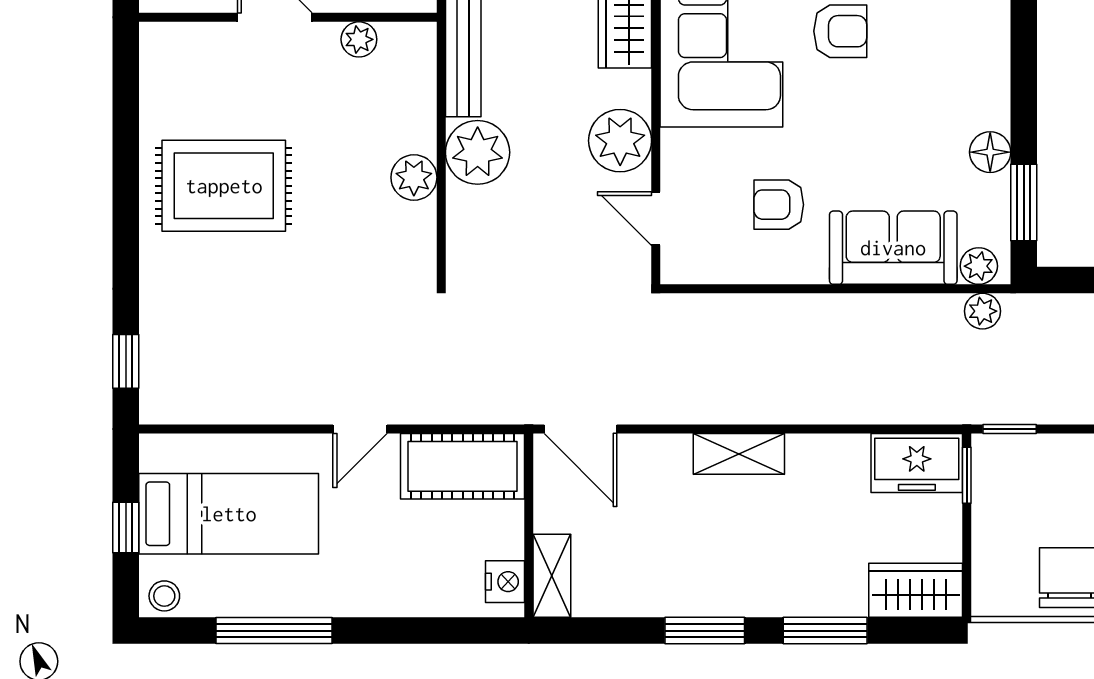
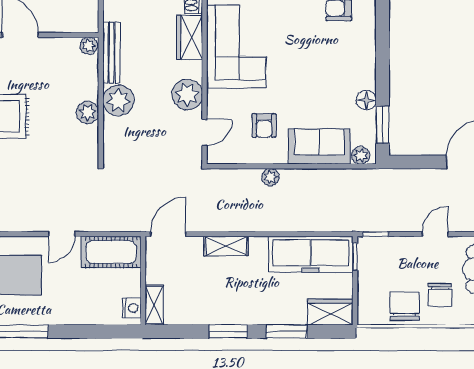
armchair: (840, 31) -> (294, 42), removed
plant: (359, 39) -> (89, 46), moved
armchair: (779, 205) -> (264, 126), turned -90
door: (656, 218) -> (205, 132), swing flipped
plant: (982, 311) -> (270, 177), moved
door: (580, 429) -> (168, 234), swing flipped
shelving: (739, 454) -> (226, 246), moved
freezer: (917, 463) -> (311, 254), width x1.91, depth x1.26

